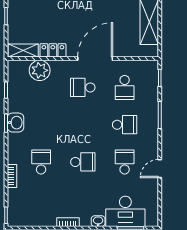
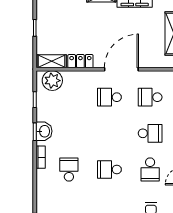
plant: (40, 70) -> (52, 81), moved
school desk: (125, 87) -> (150, 97), turned 90
school desk: (83, 162) -> (109, 169), turned 180
school desk: (125, 162) -> (150, 169), turned 180
bookcase: (12, 176) -> (41, 157), moved

